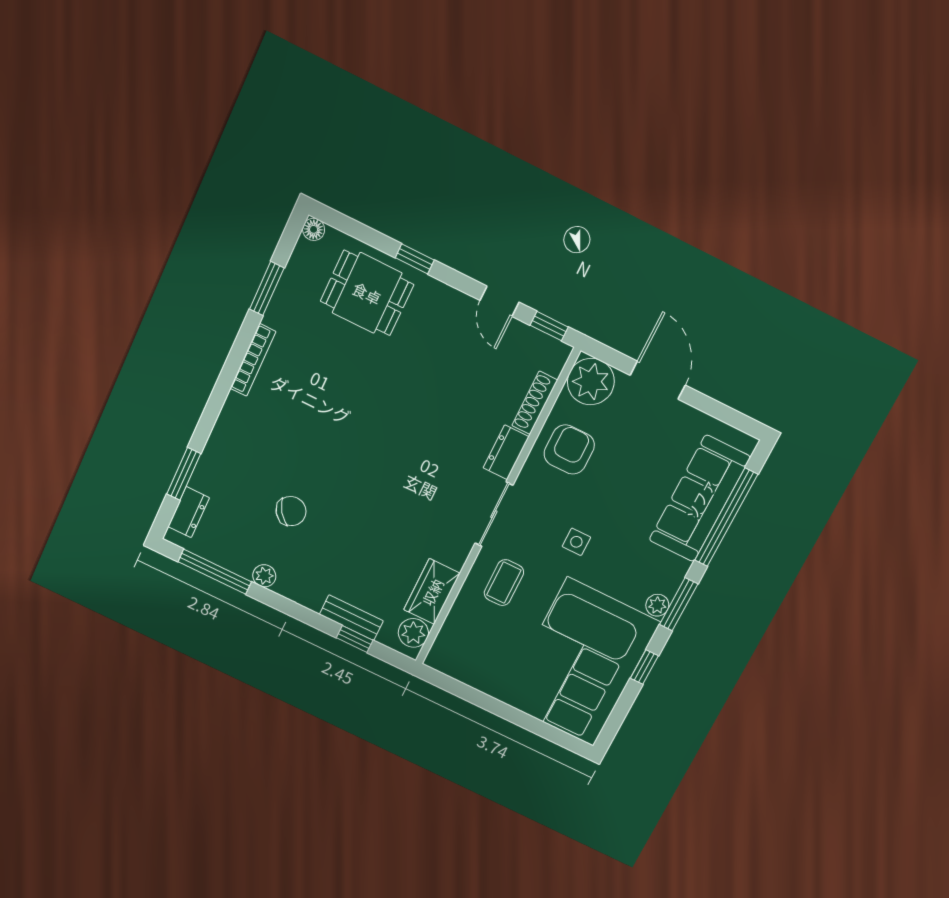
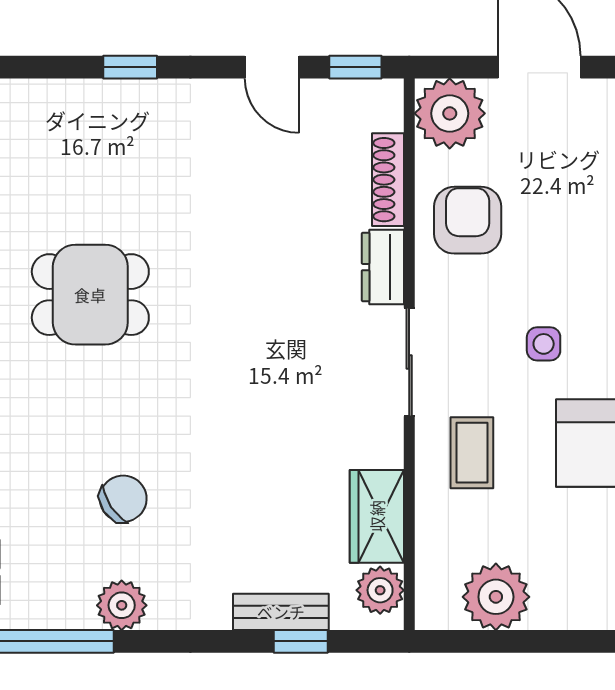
dining table: (367, 293) -> (90, 295), moved
plant: (264, 576) -> (122, 605), width x1.38, depth x1.38
plant: (477, 668) -> (496, 597), added

